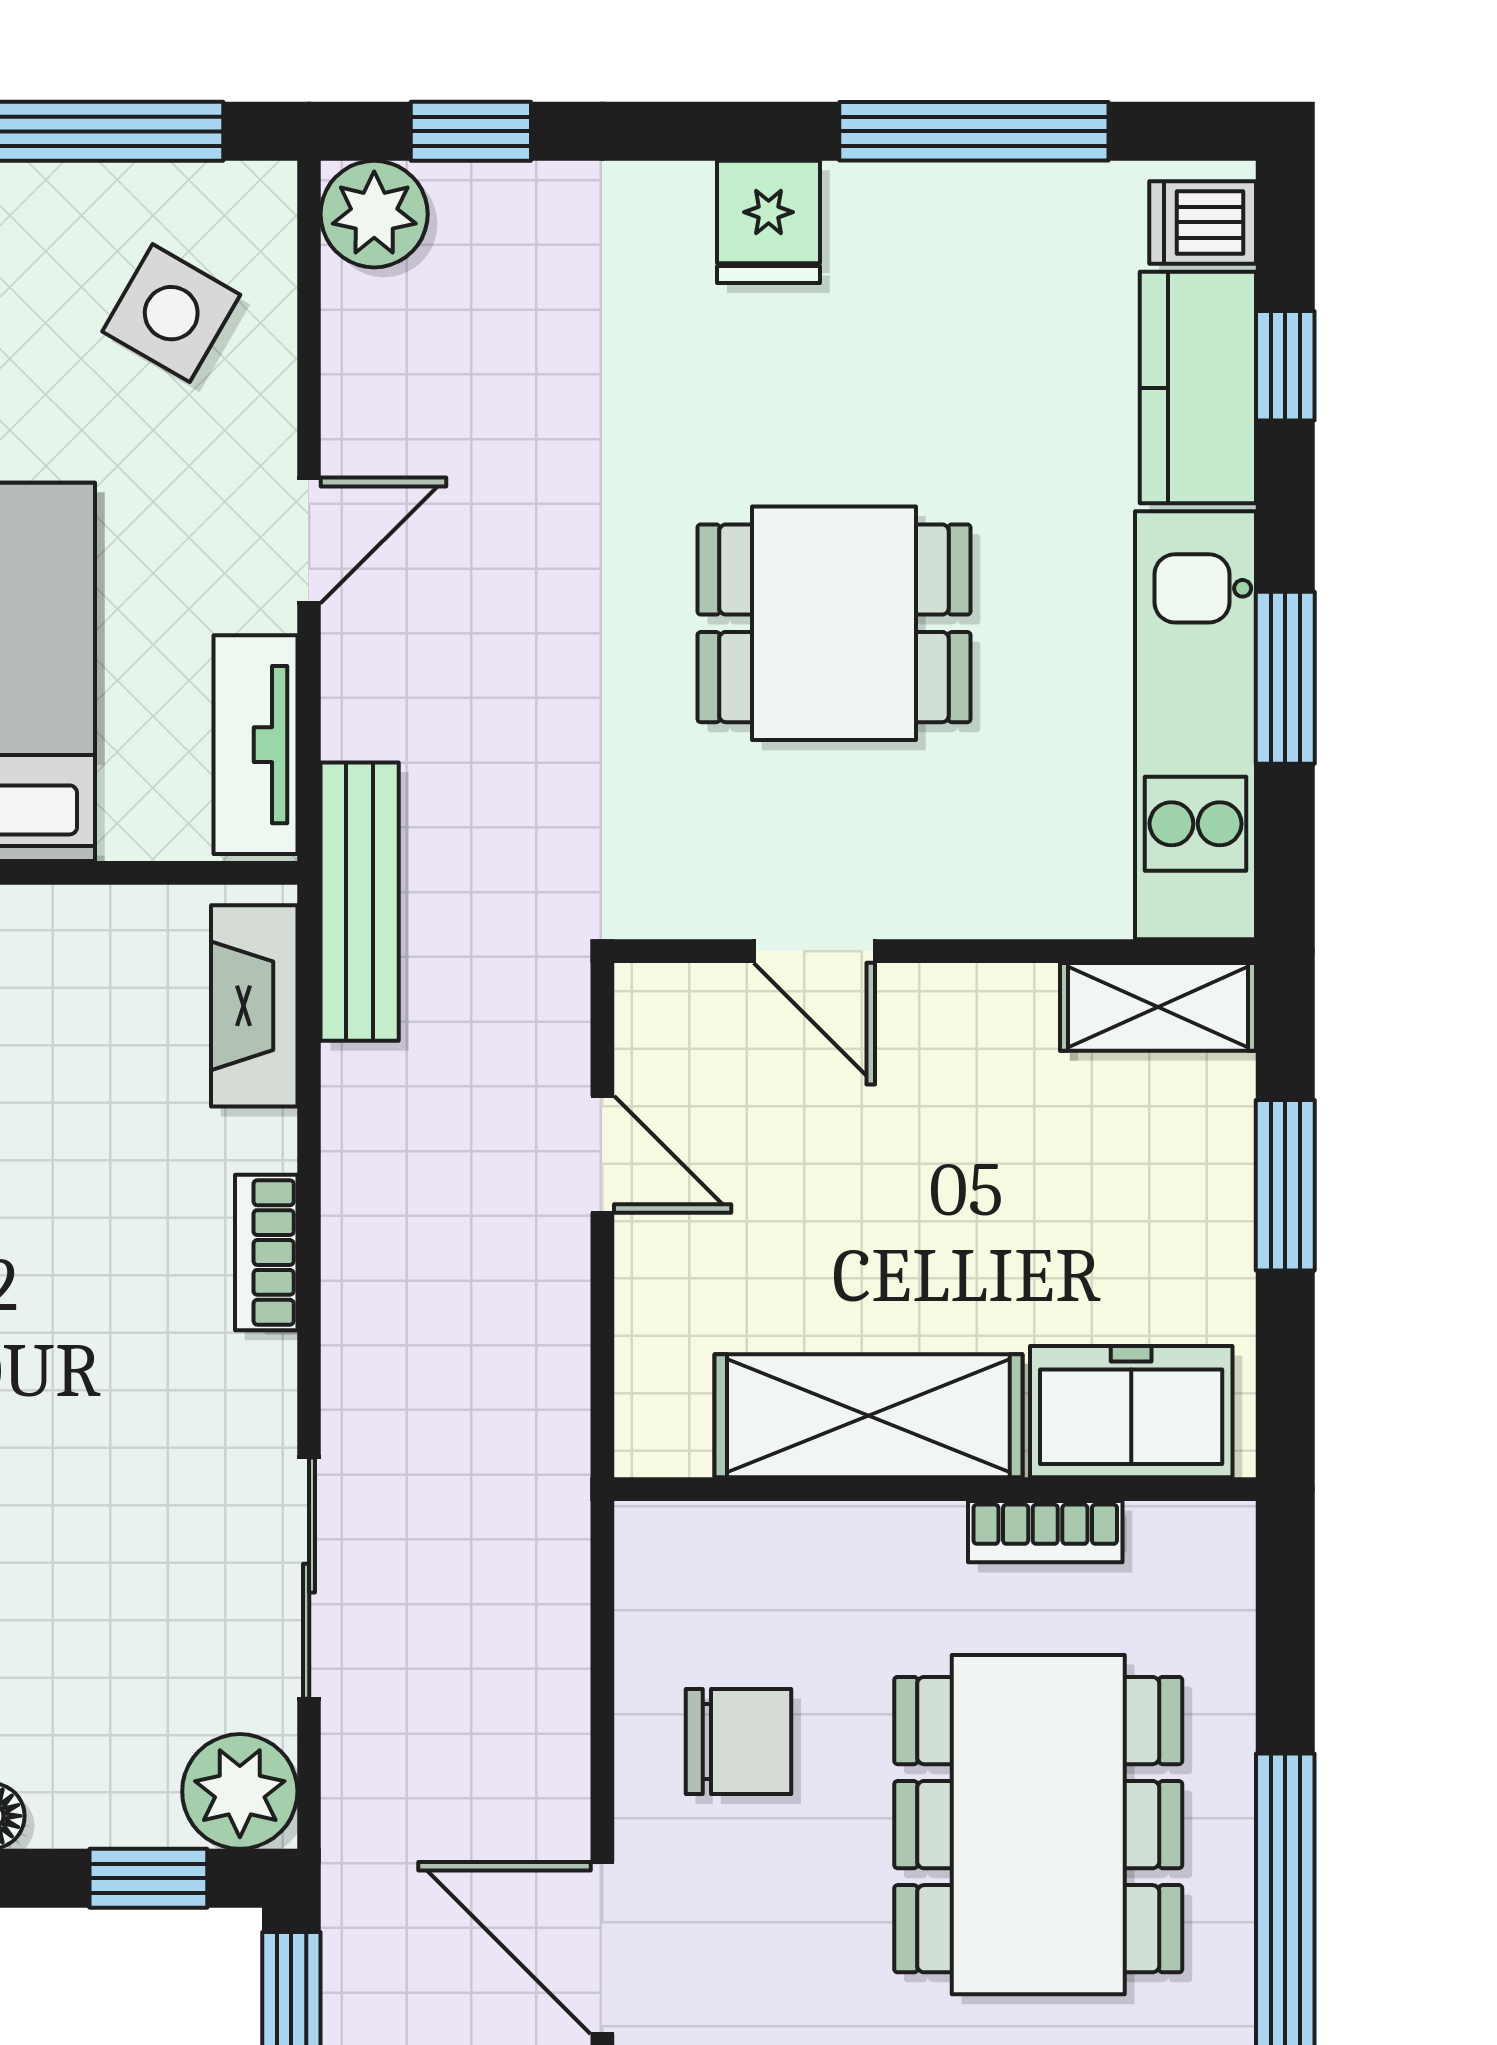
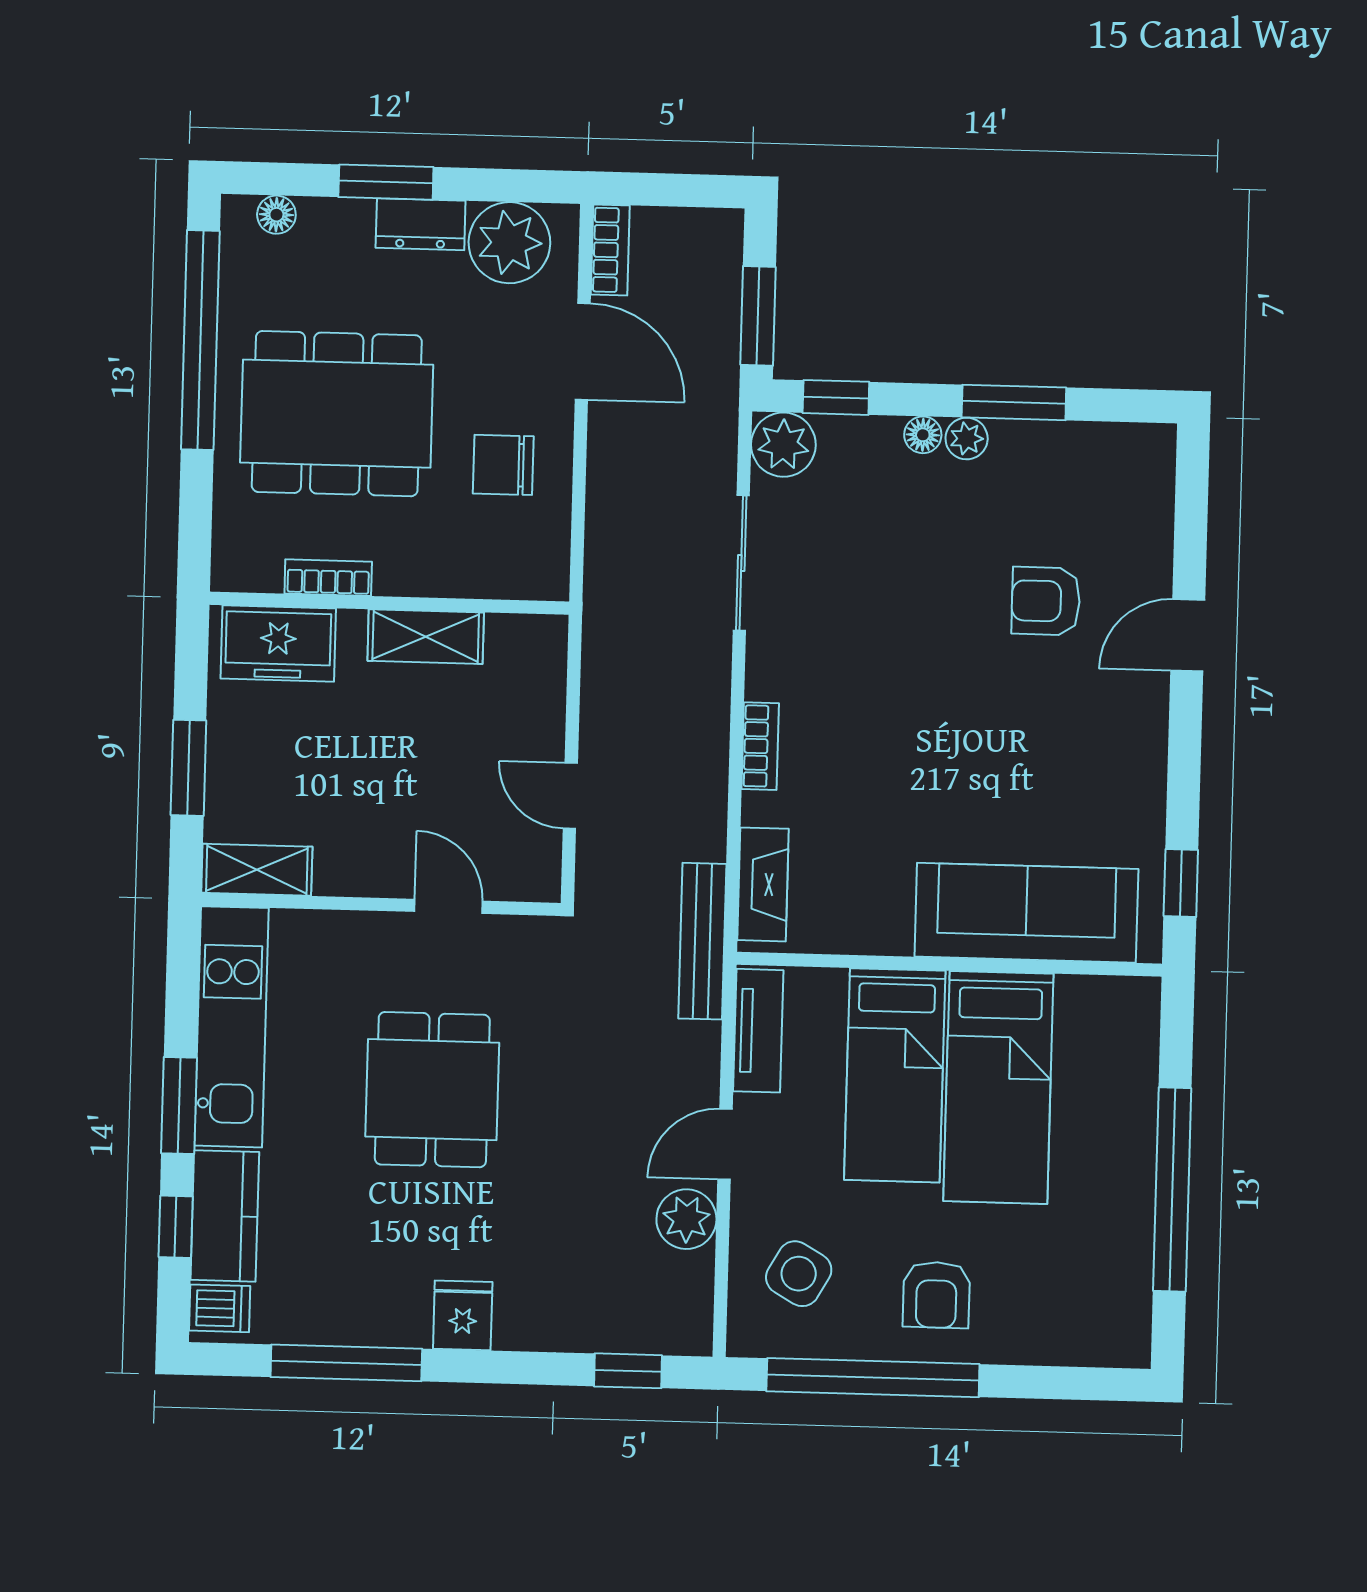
plant: (374, 214) -> (686, 1219), moved
dining table: (834, 623) -> (432, 1090), turned 90
window: (1285, 678) -> (179, 1105), moved
shelving: (868, 1416) -> (426, 637), width x0.67, depth x0.75
dining table: (1038, 1825) -> (337, 414), turned 90

